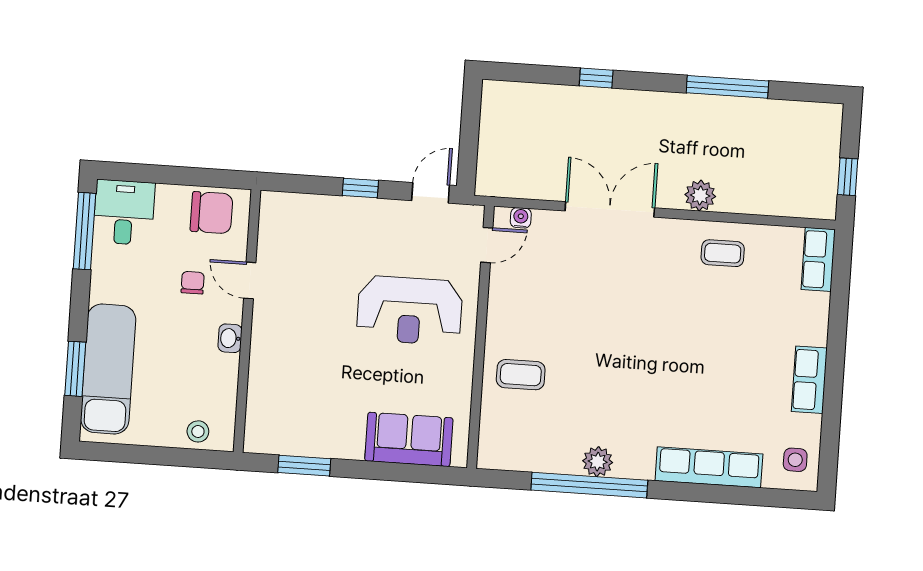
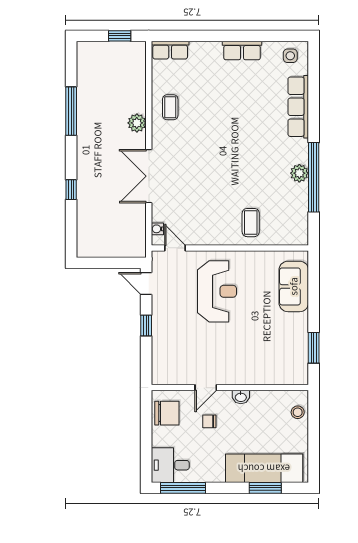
chair: (211, 213) -> (167, 413), turned 90

